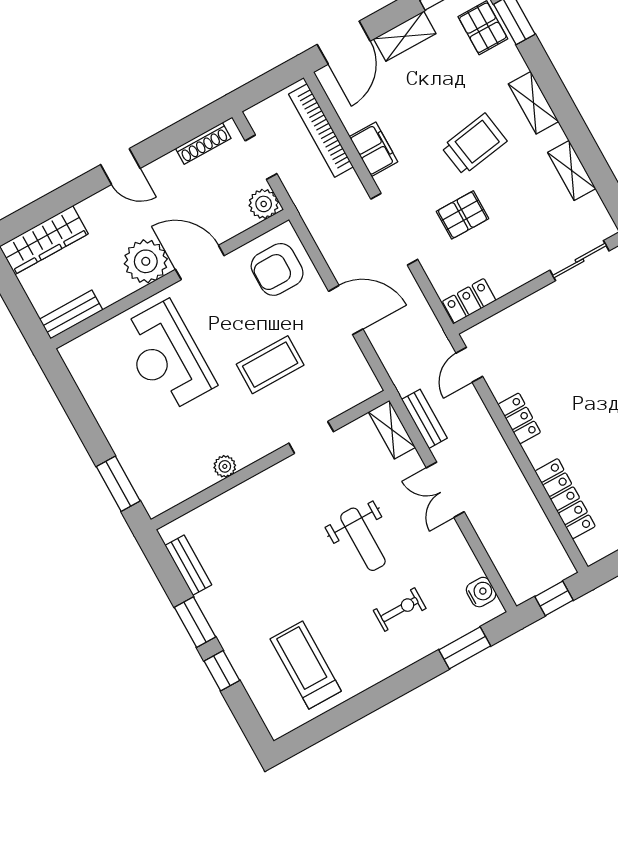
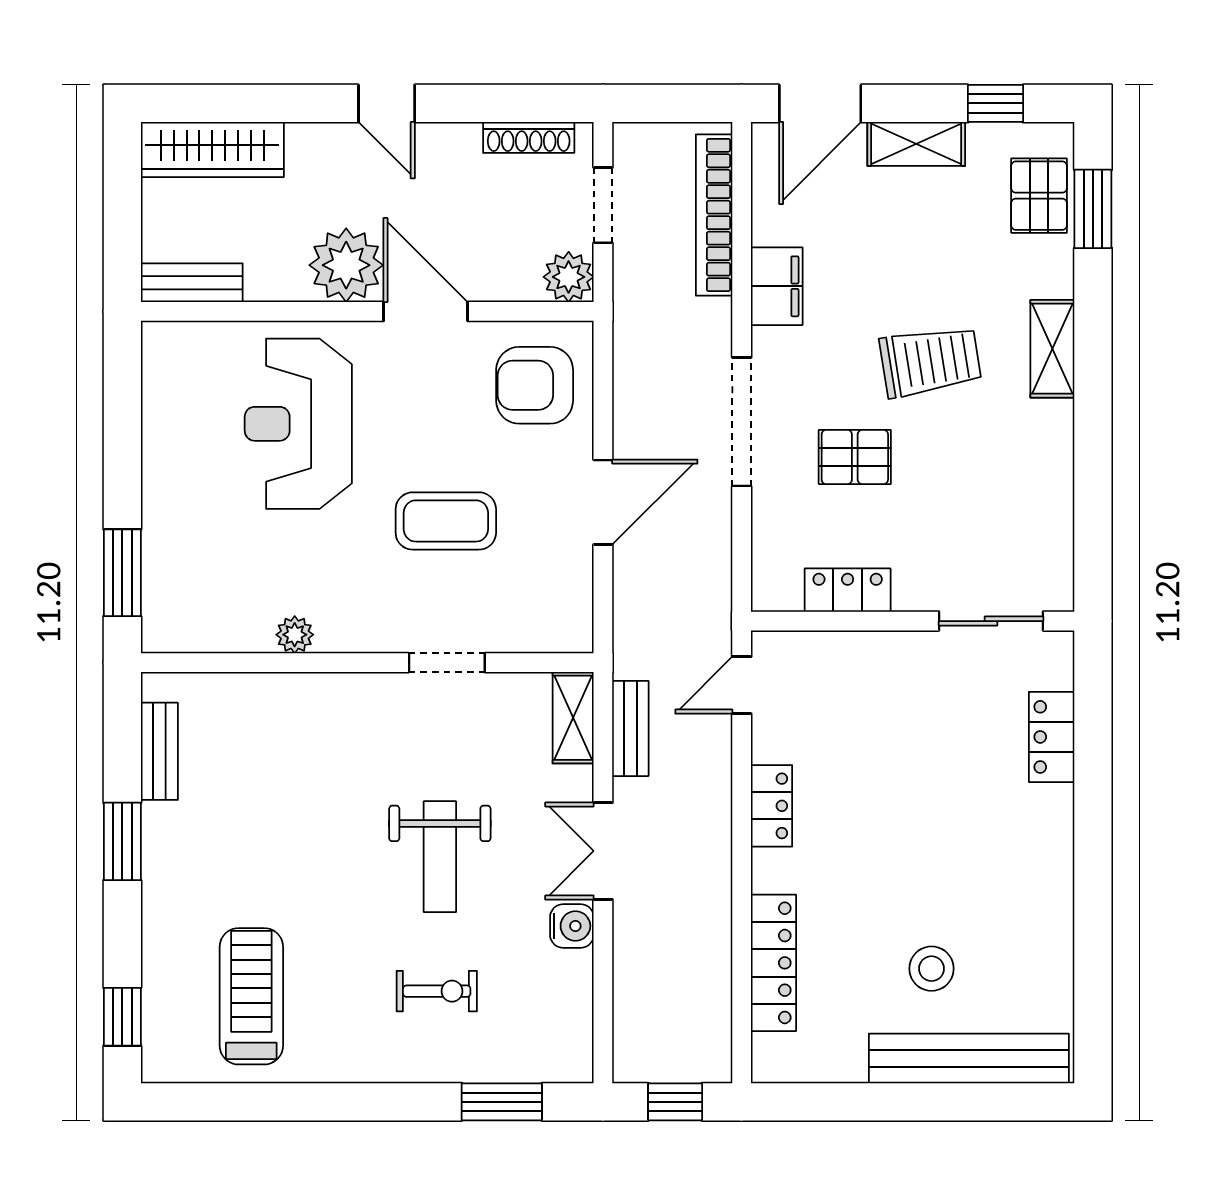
shelving: (572, 171) -> (1053, 481), removed
locker: (469, 301) -> (848, 590), moved
door: (346, 310) -> (603, 502), hinge flipped
water cooler: (481, 592) -> (572, 926), moved
window: (222, 671) -> (122, 1017), moved

